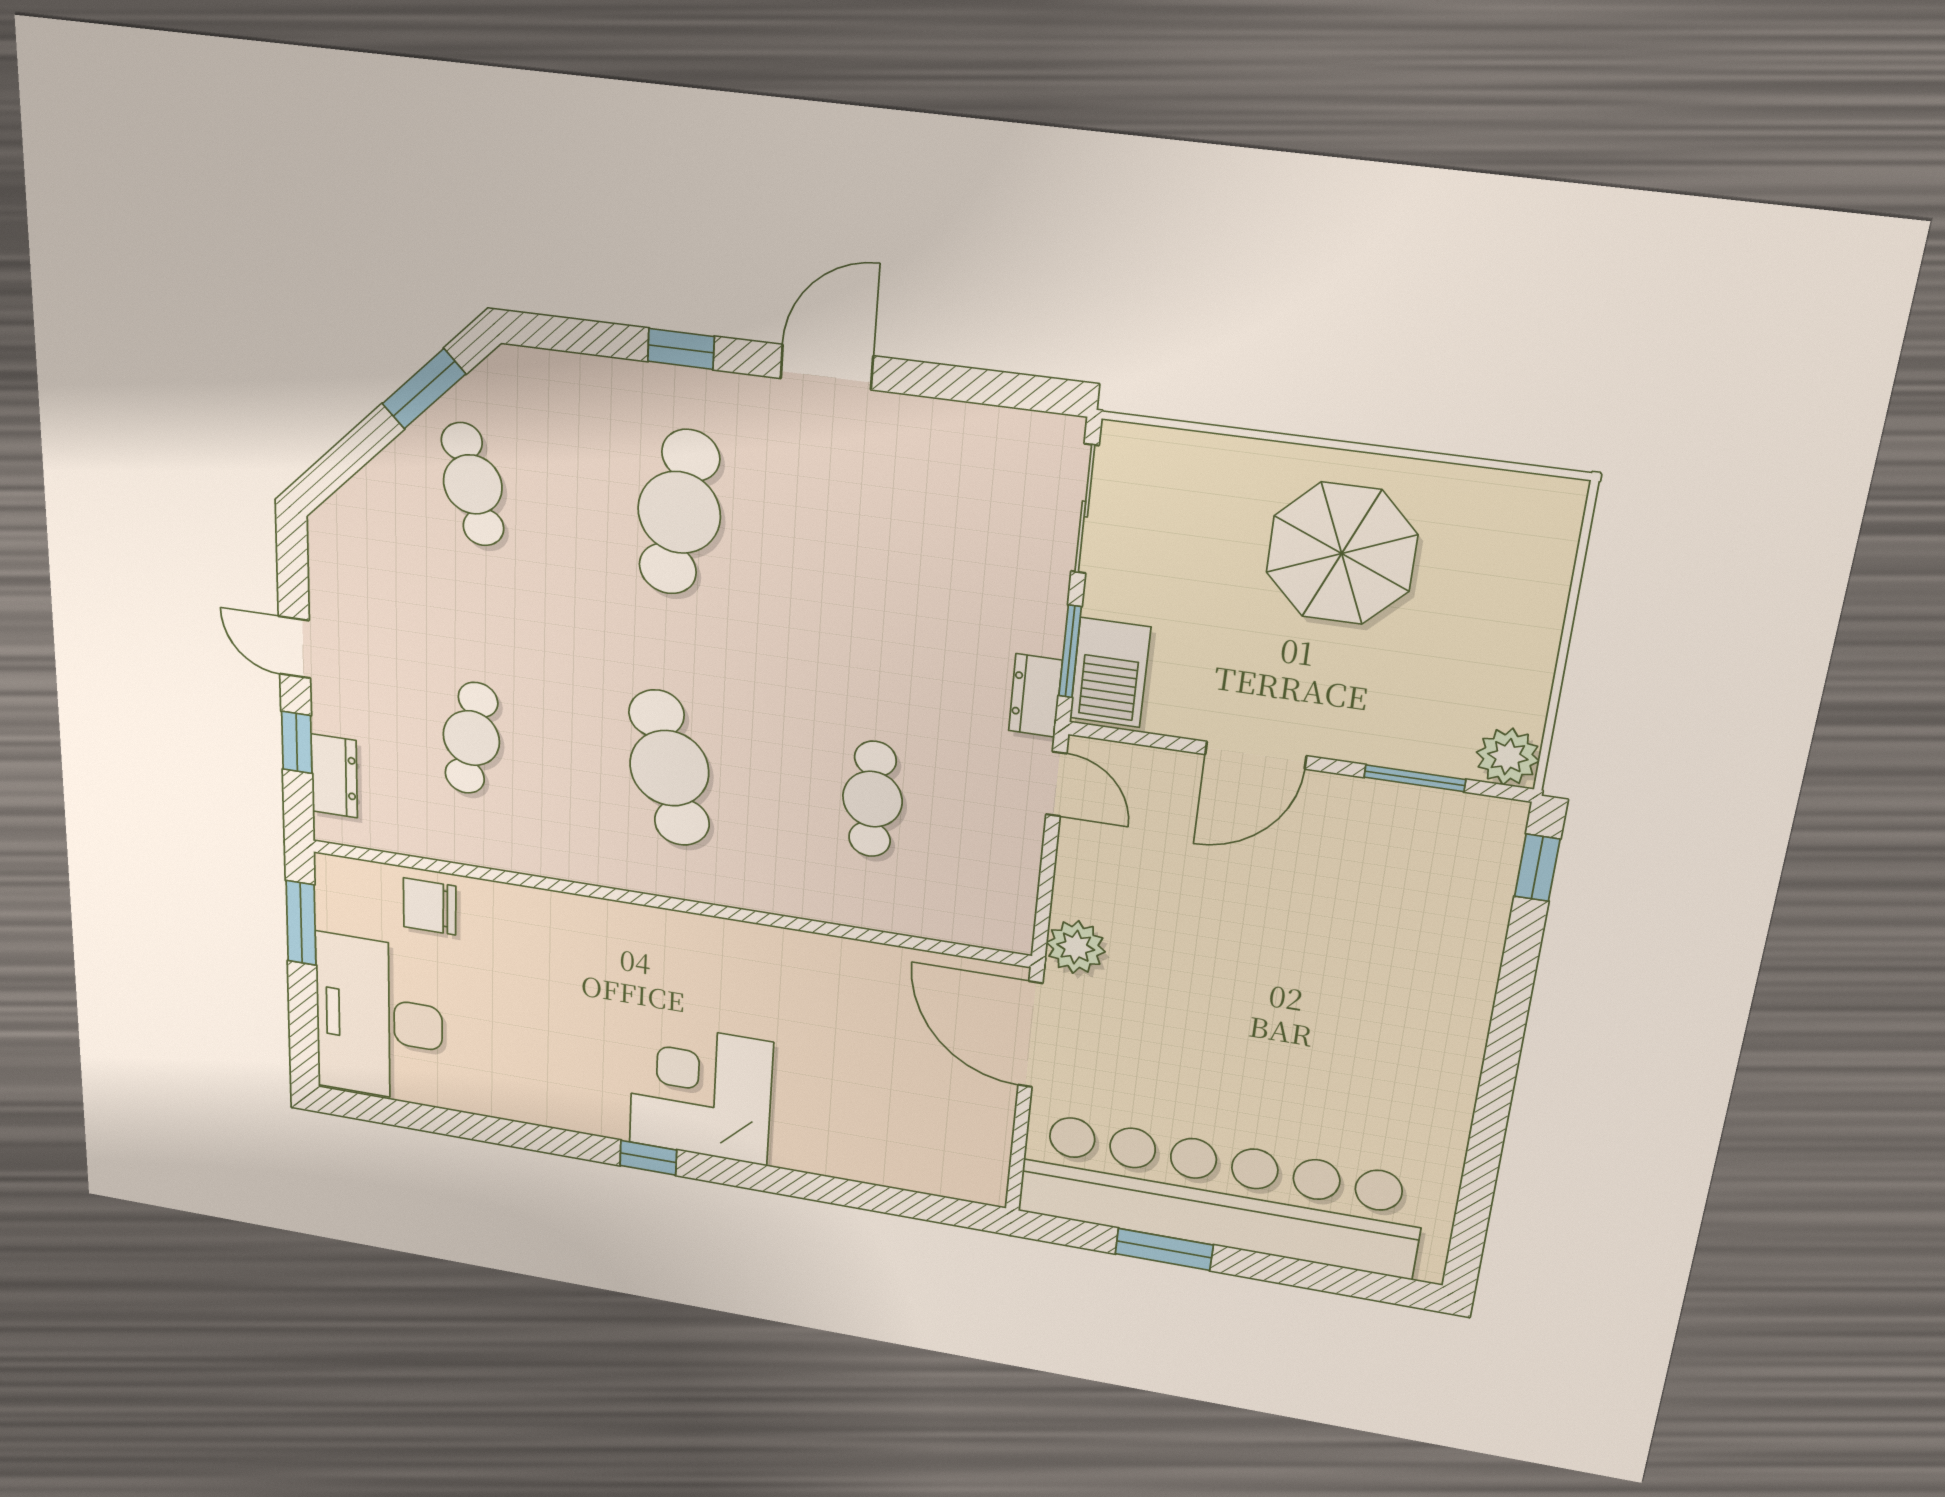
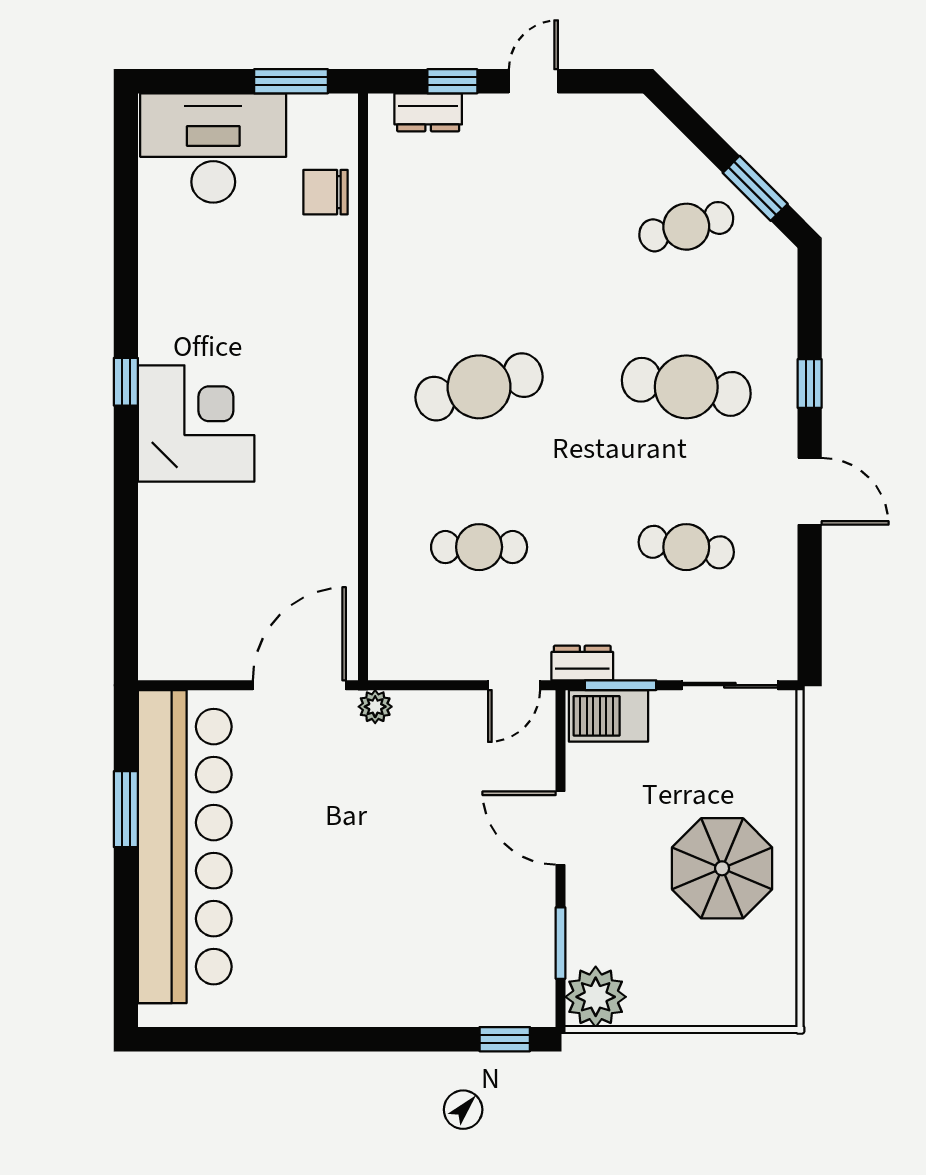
cafe table: (471, 738) -> (686, 547), moved
plant: (1508, 757) -> (596, 997), width x1.36, depth x1.36
chair: (430, 906) -> (326, 192), turned -90
plant: (1076, 947) -> (375, 707), width x0.73, depth x0.73

